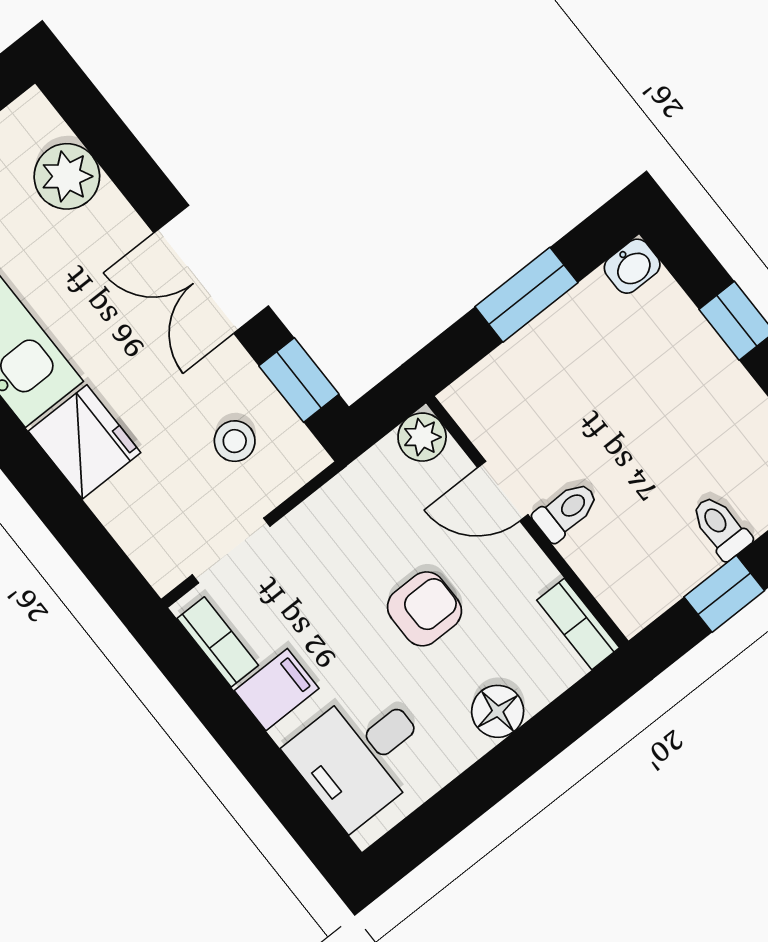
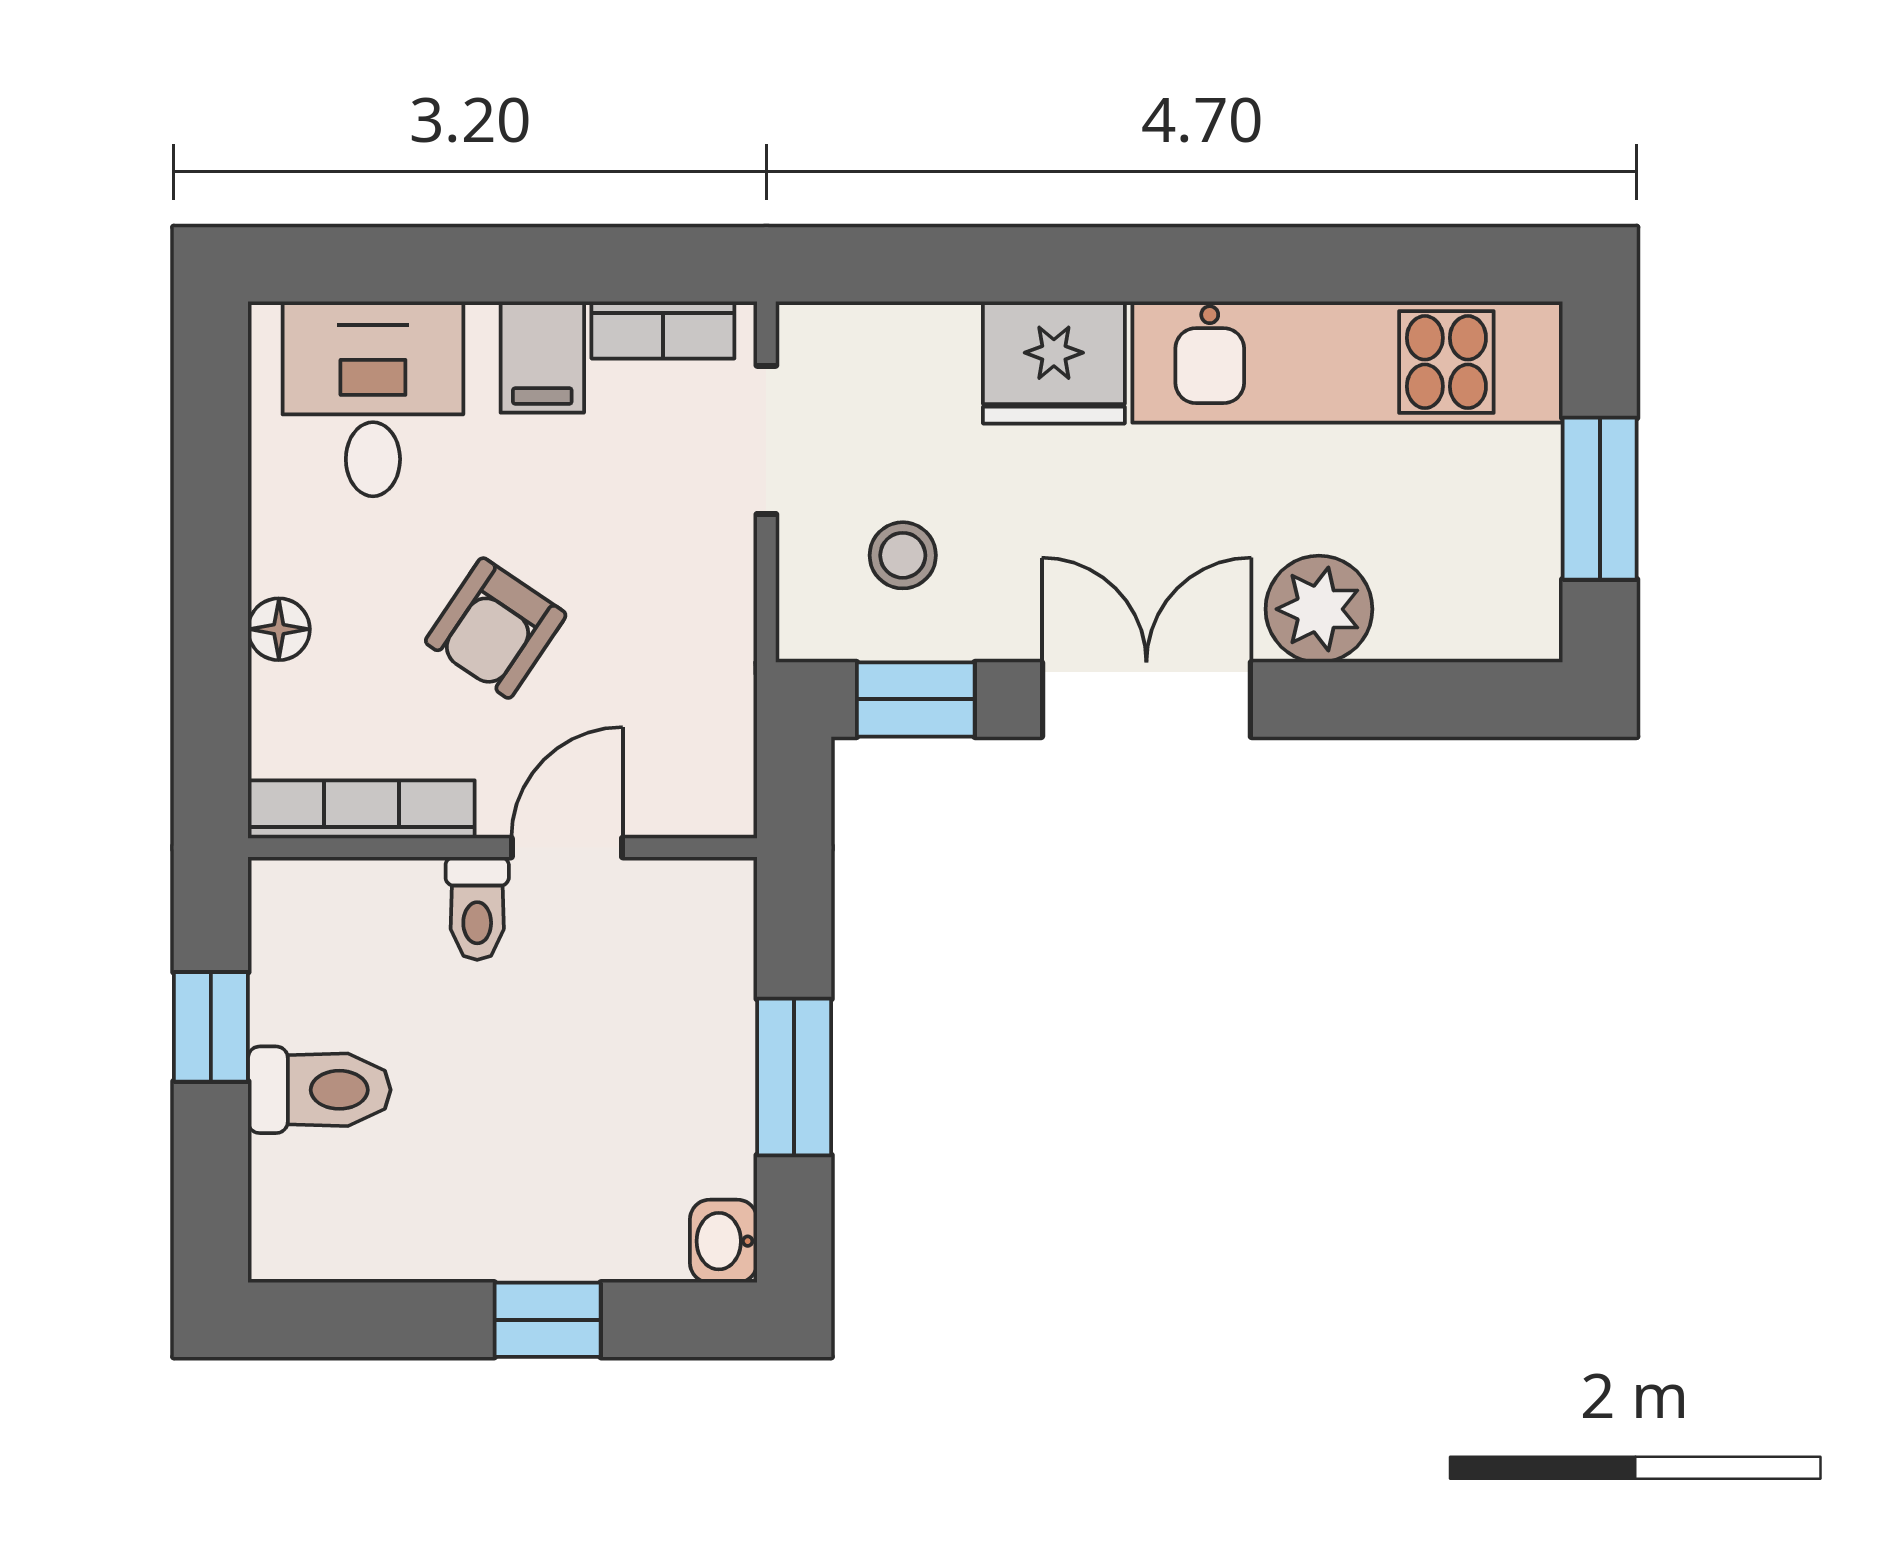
plant: (67, 176) -> (1319, 609), moved
plant: (422, 437) -> (718, 799), removed
toilet: (721, 527) -> (319, 1090), width x1.37, depth x1.39
armchair: (424, 609) -> (496, 628), turned 34
bookcase: (578, 624) -> (361, 809), width x1.56
floor lamp: (498, 711) -> (279, 629), width x0.73, depth x0.73

